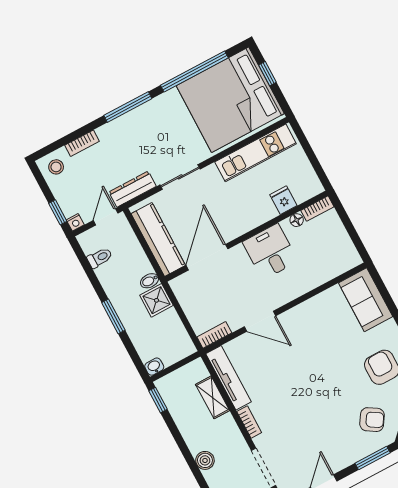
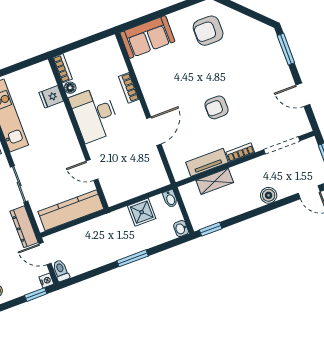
desk: (270, 252) -> (95, 114), width x1.37
door: (207, 257) -> (92, 170), width x0.53
toilet: (100, 258) -> (61, 271), moved
bidet: (150, 281) -> (170, 199), moved
shower: (157, 300) -> (142, 212), moved
bookcase: (214, 335) -> (129, 88), moved
tv unit: (229, 378) -> (207, 162), width x0.71
armchair: (372, 420) -> (217, 107), moved, turned -122

